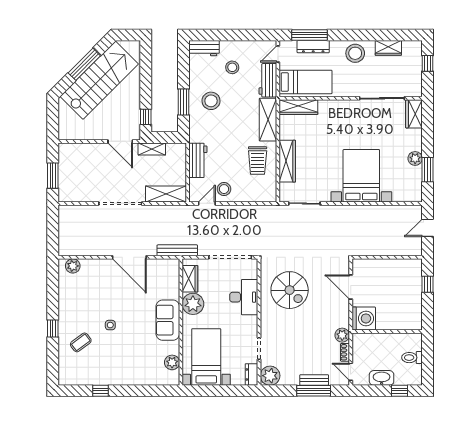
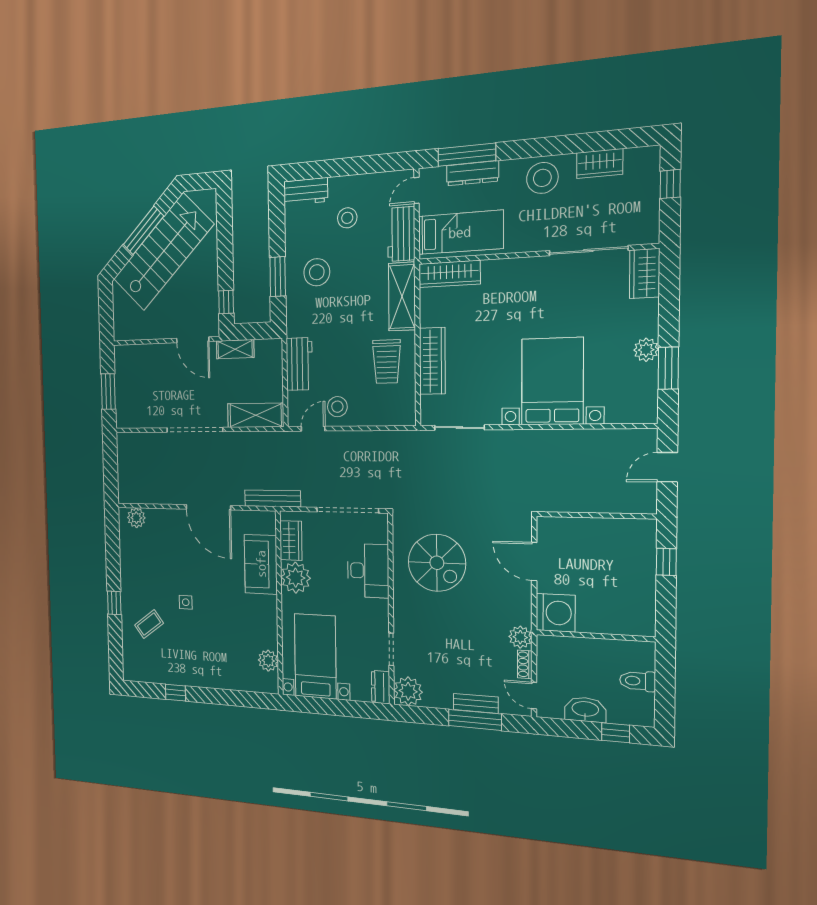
sofa: (168, 320) -> (261, 564), moved

